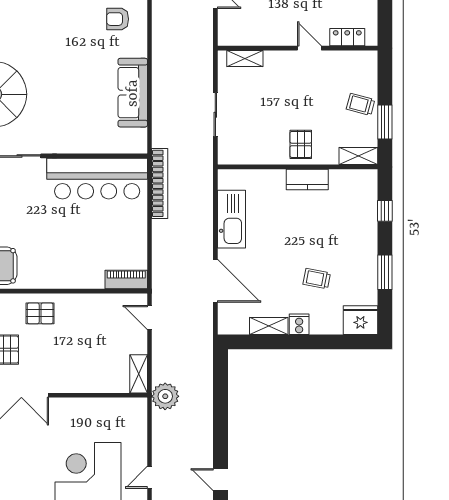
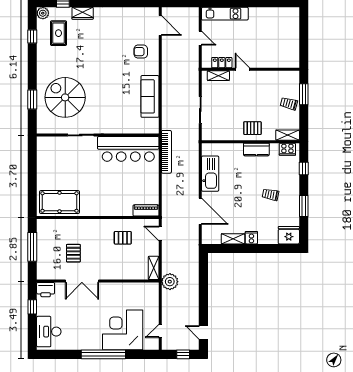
locker: (347, 37) -> (222, 63), moved
door: (309, 48) -> (242, 69), moved
window: (385, 122) -> (304, 94), moved
pallet: (301, 144) -> (252, 128), turned 90
cooker: (358, 179) -> (287, 149), added
trolley: (317, 279) -> (270, 195), moved
pallet: (40, 313) -> (123, 238), moved

